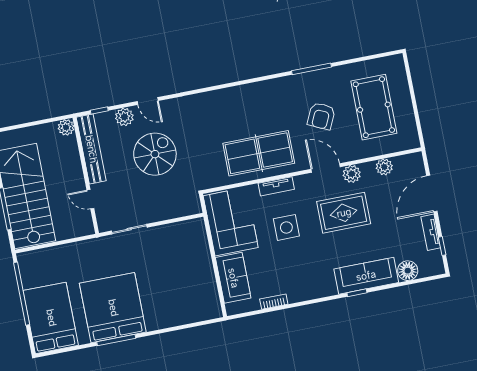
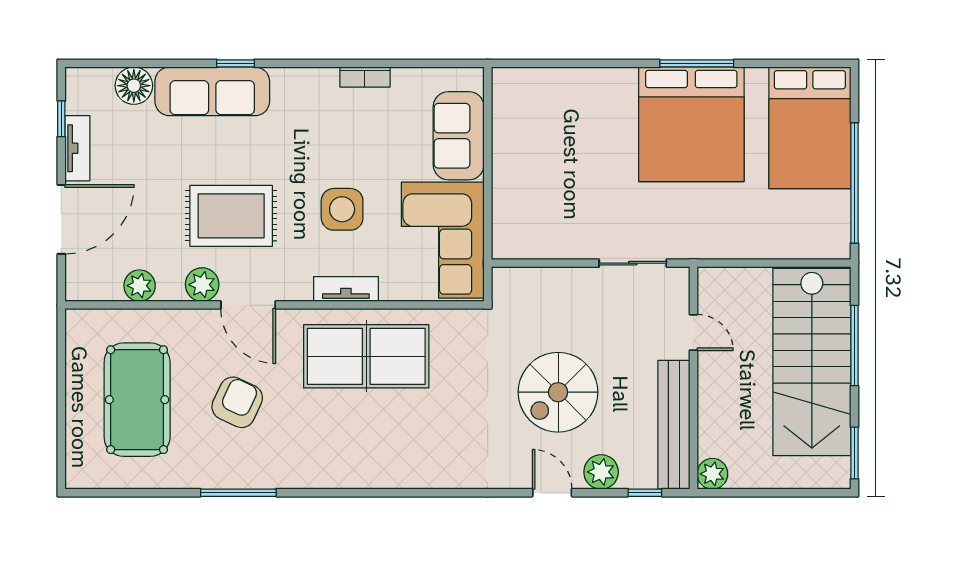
bookcase: (274, 302) -> (365, 77), moved

